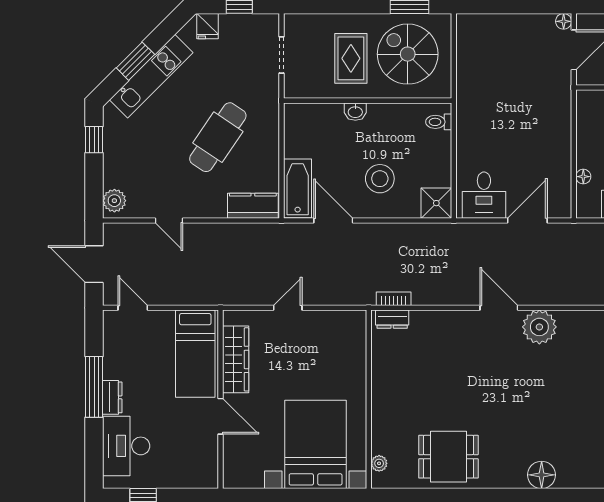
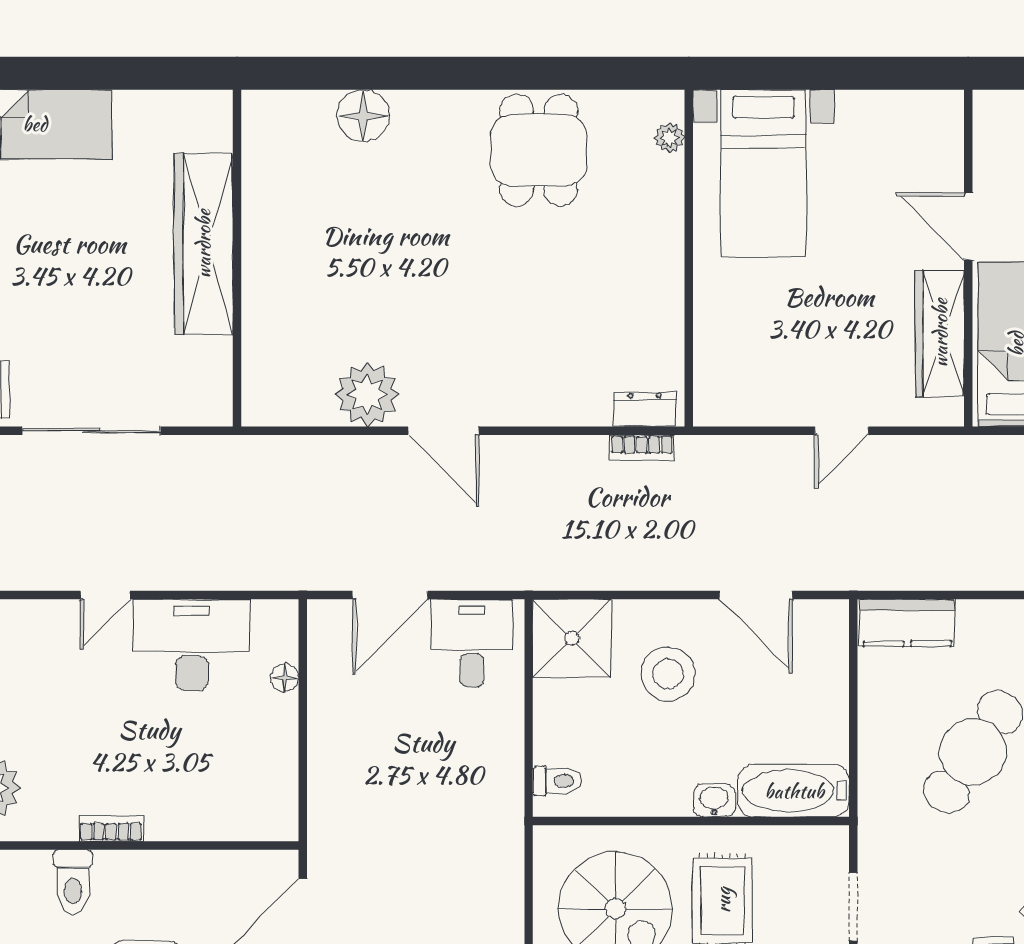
bathtub: (298, 188) -> (794, 791), moved, turned 90
shower: (436, 203) -> (572, 638), width x1.36, depth x1.36
bed with nightstands: (316, 444) -> (764, 173), width x0.73
dining table: (448, 457) -> (539, 150), turned 90

